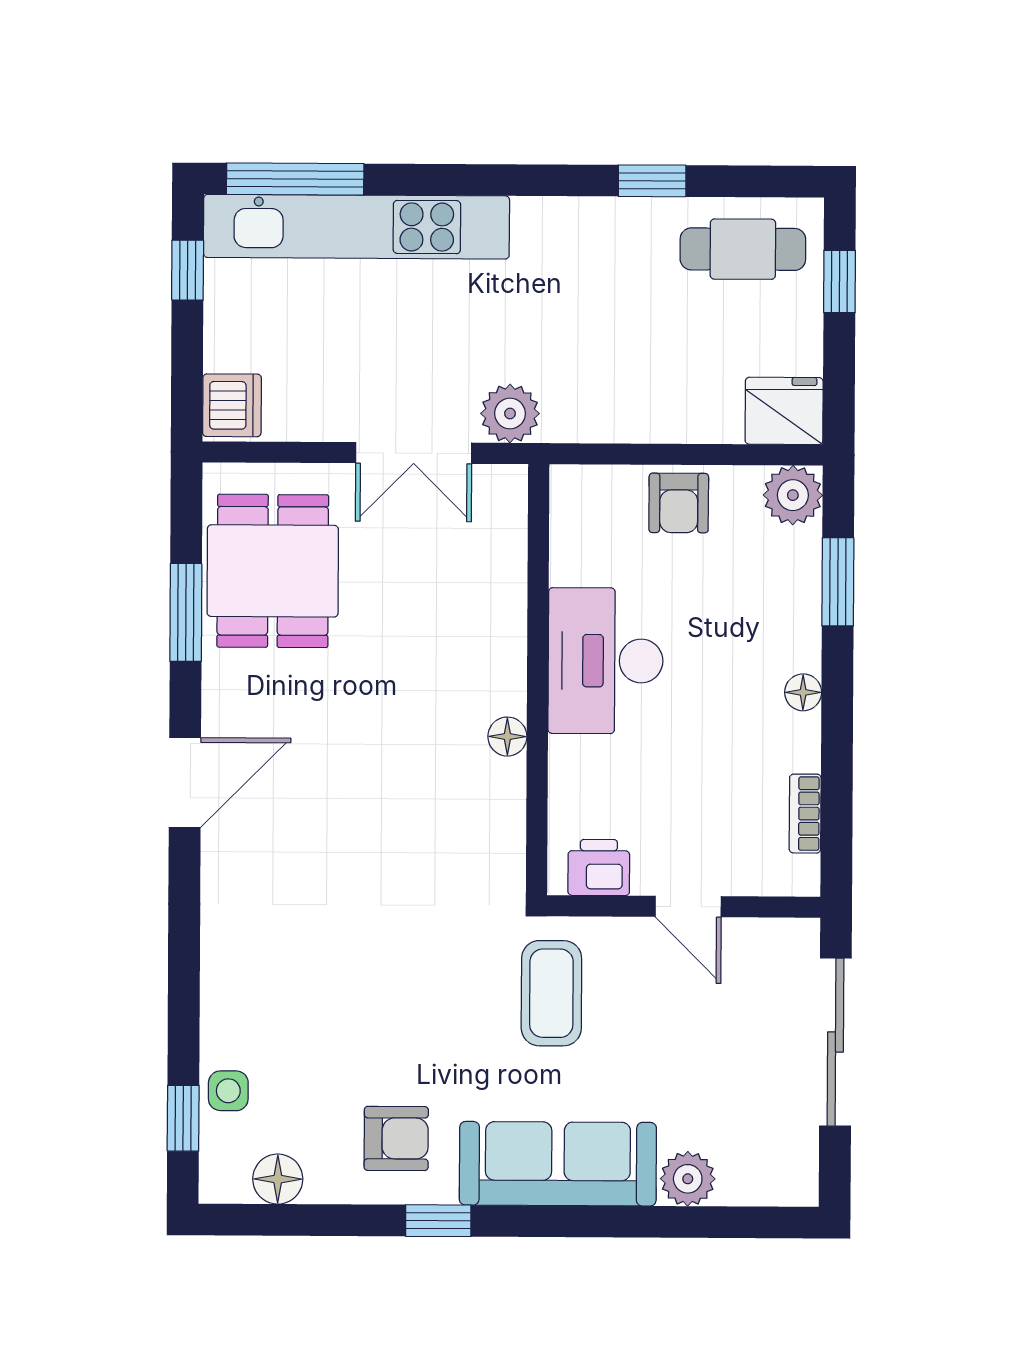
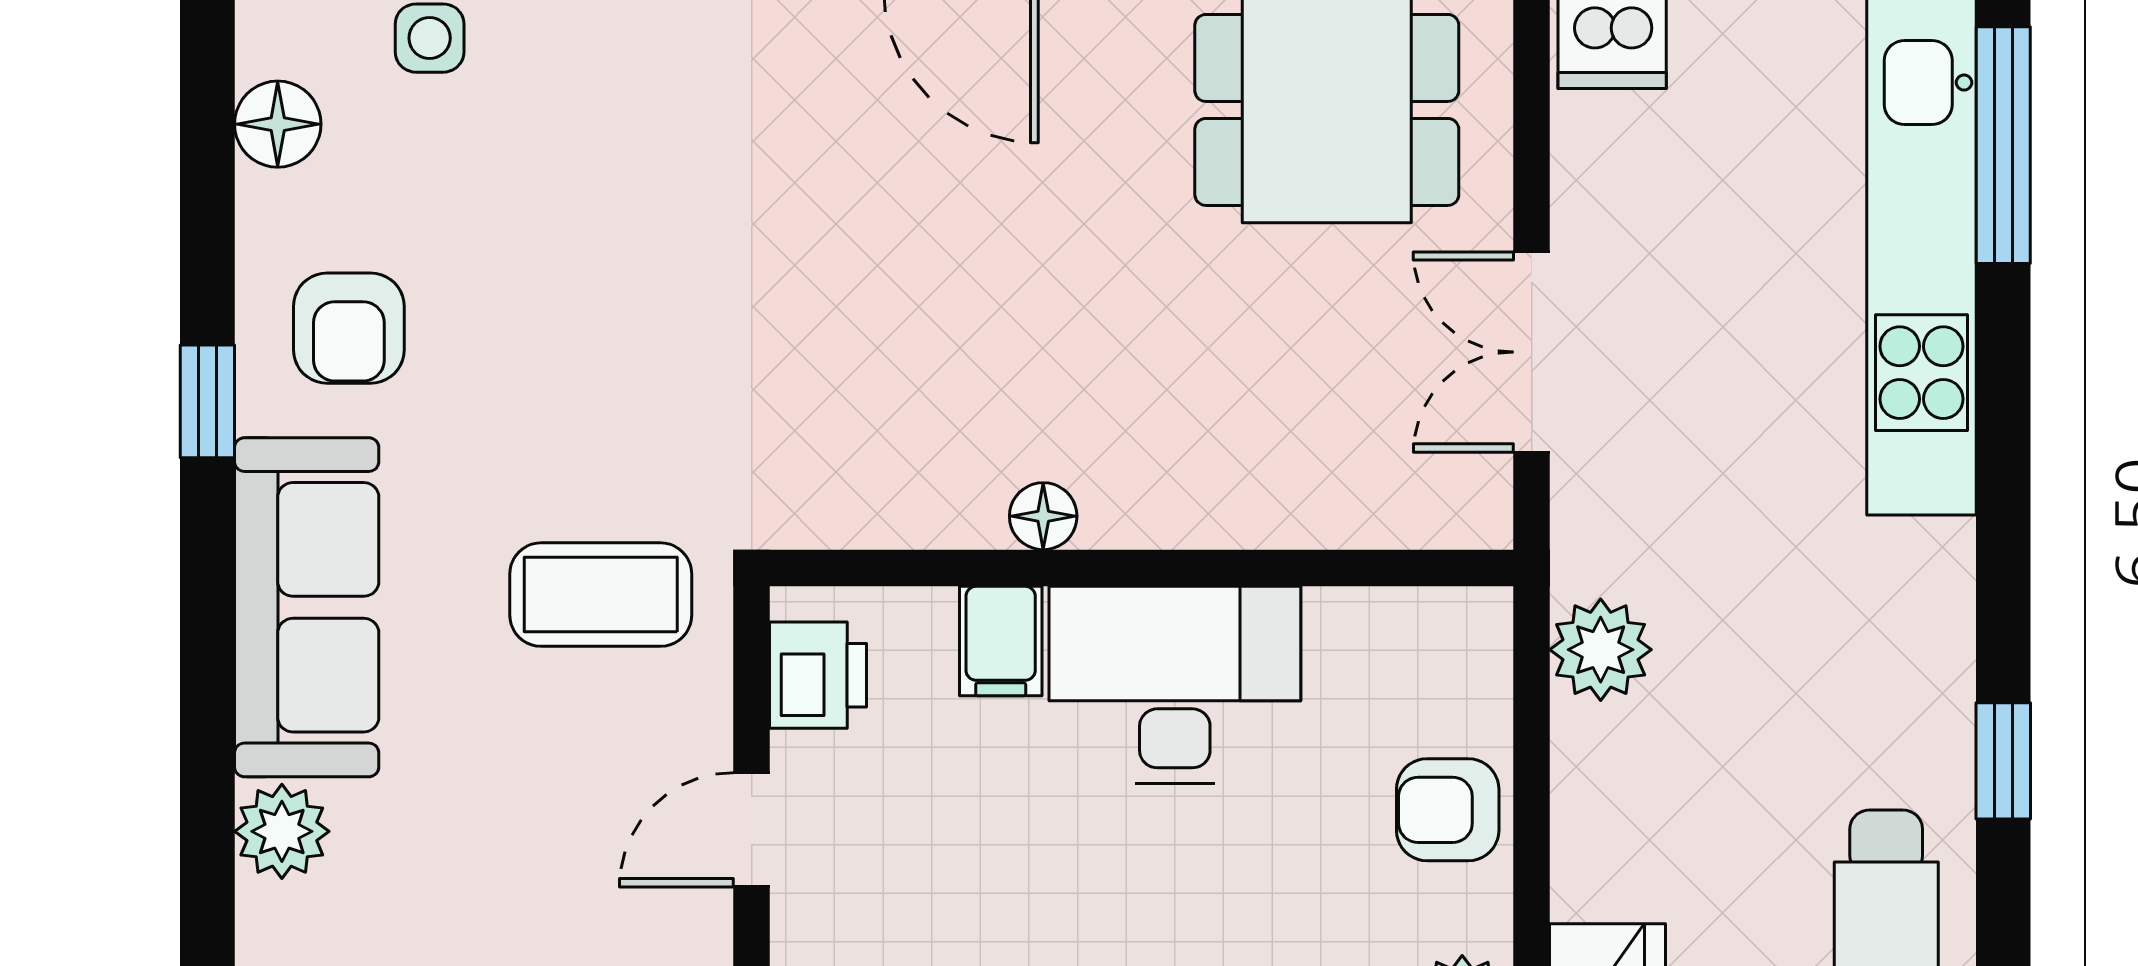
plant: (510, 414) -> (1601, 650), moved
filing cabinet: (580, 762) -> (1001, 641), added

